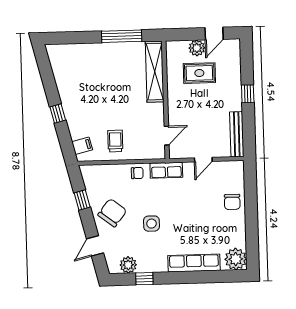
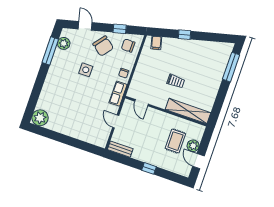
window: (122, 36) -> (231, 67), moved
bench: (237, 134) -> (120, 149), width x0.73
trolley: (115, 141) -> (176, 81), moved
chair: (232, 202) -> (128, 46), moved
row of seats: (194, 263) -> (48, 88), removed
window: (144, 279) -> (50, 51), width x2.17

